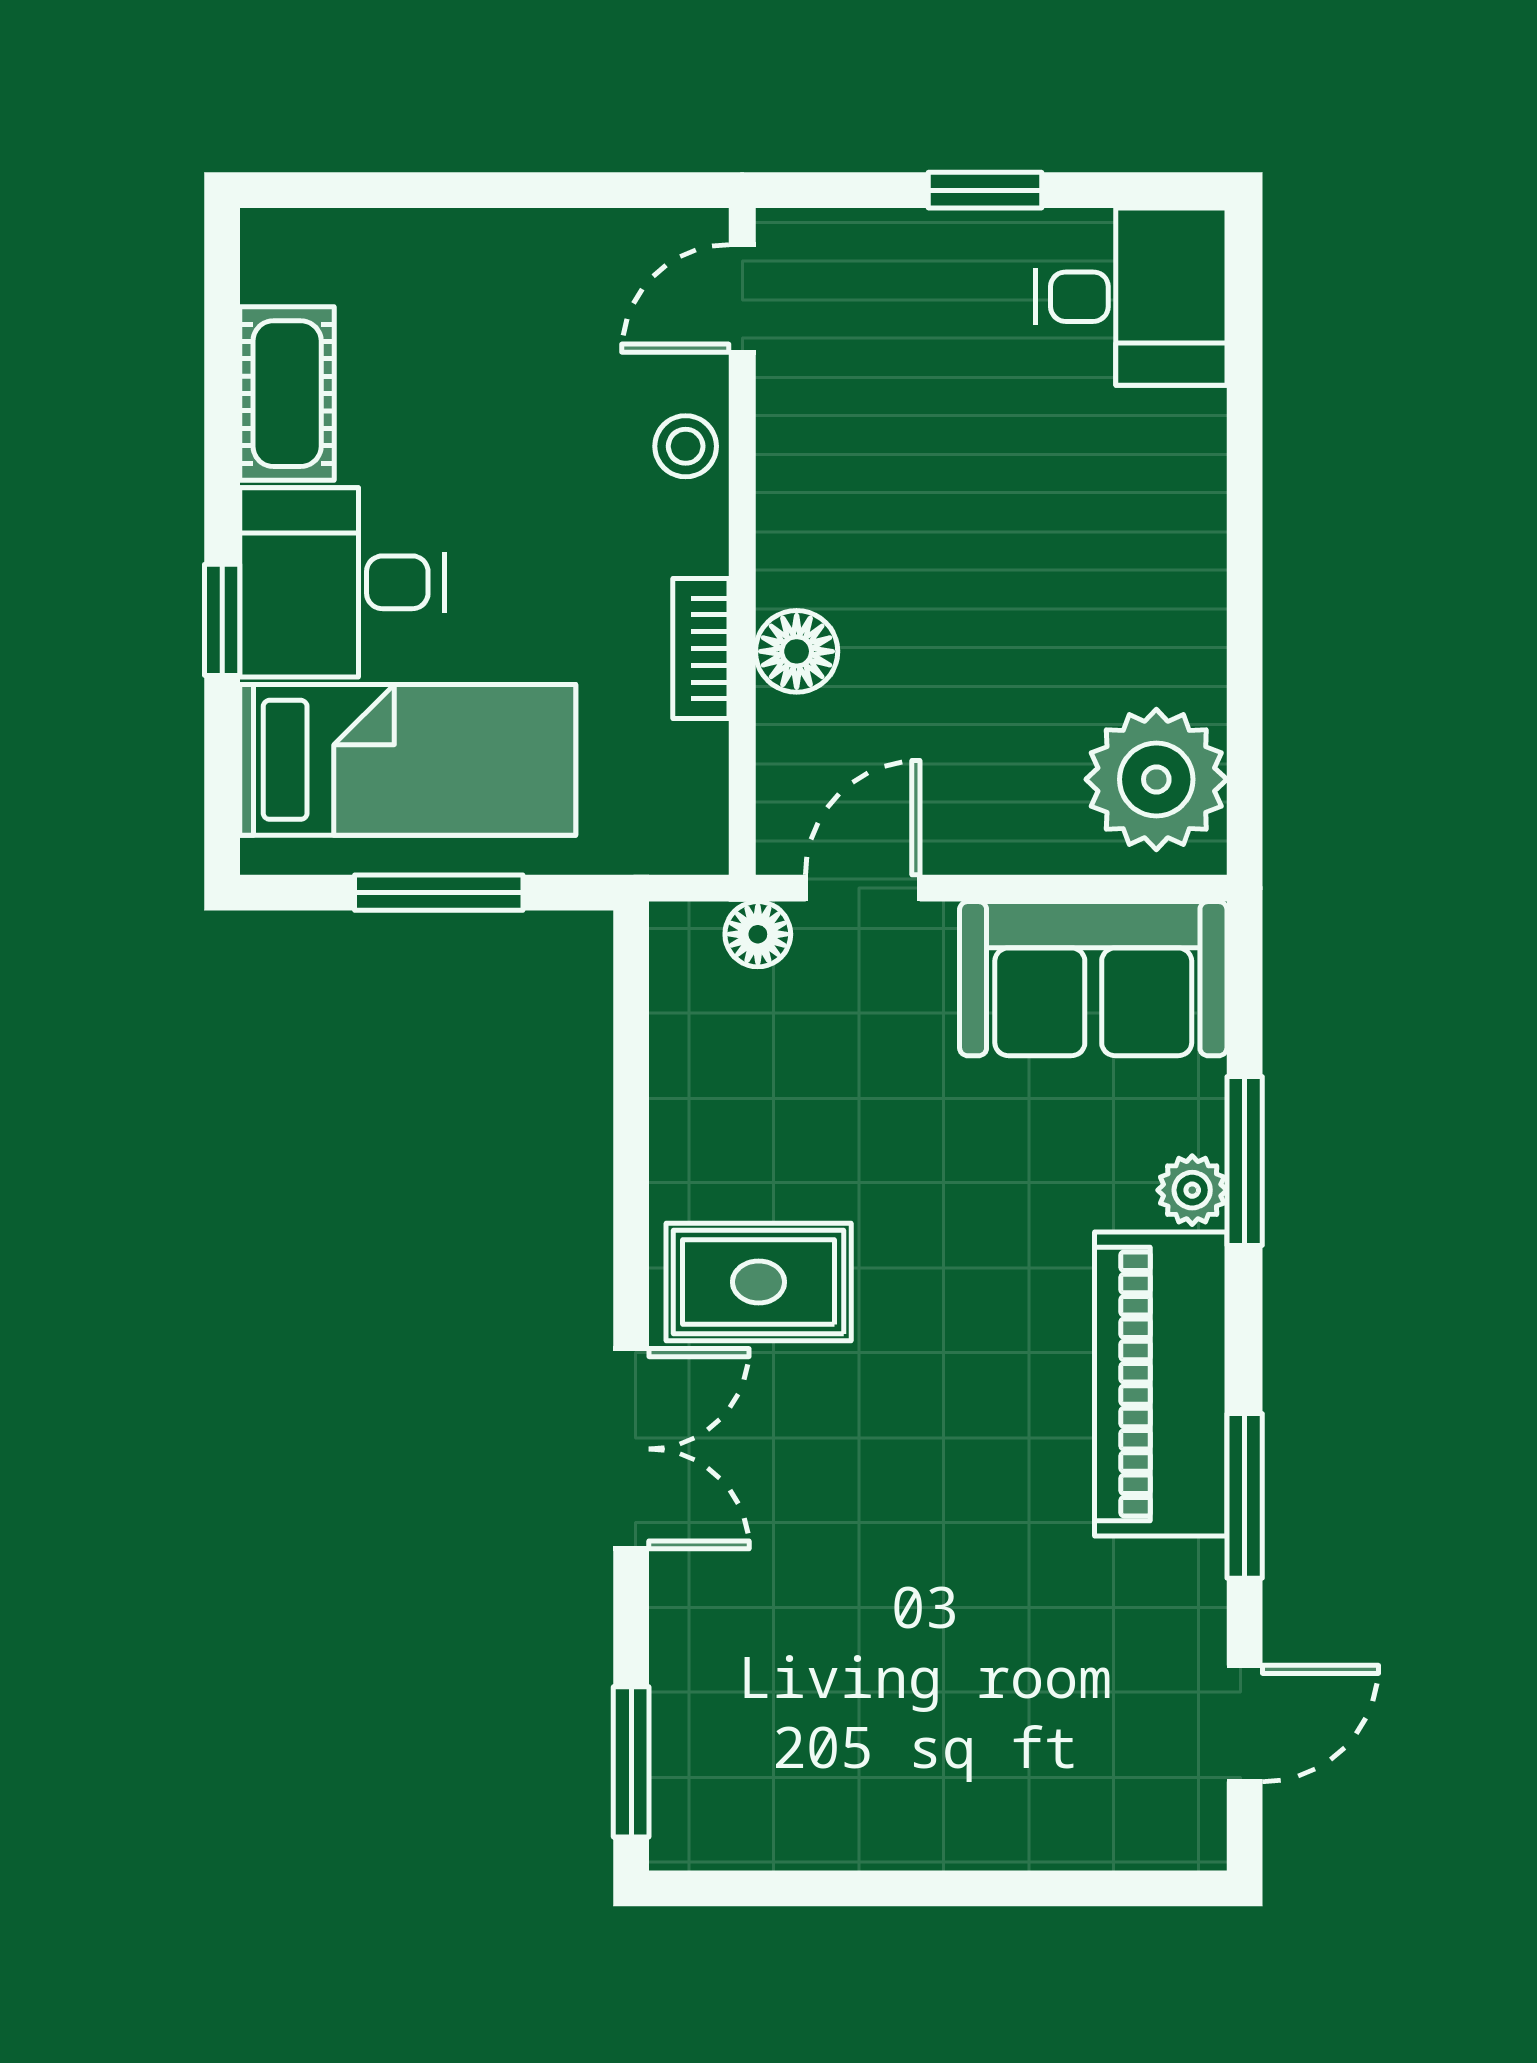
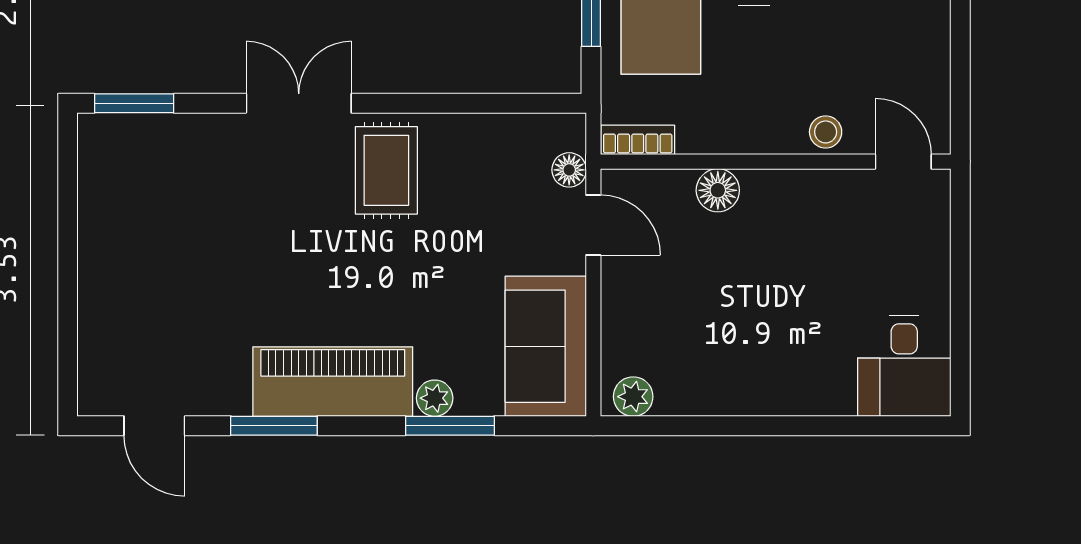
window: (985, 190) -> (960, 289), removed
bookcase: (701, 649) -> (638, 140), moved
plant: (1156, 779) -> (633, 397), width x0.53, depth x0.53
double door: (631, 1449) -> (299, 103), swing flipped

